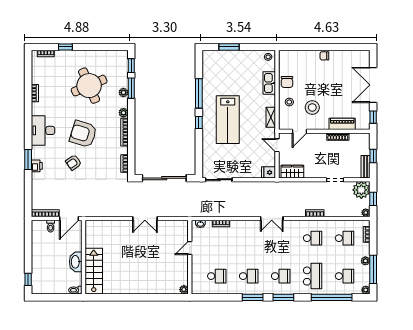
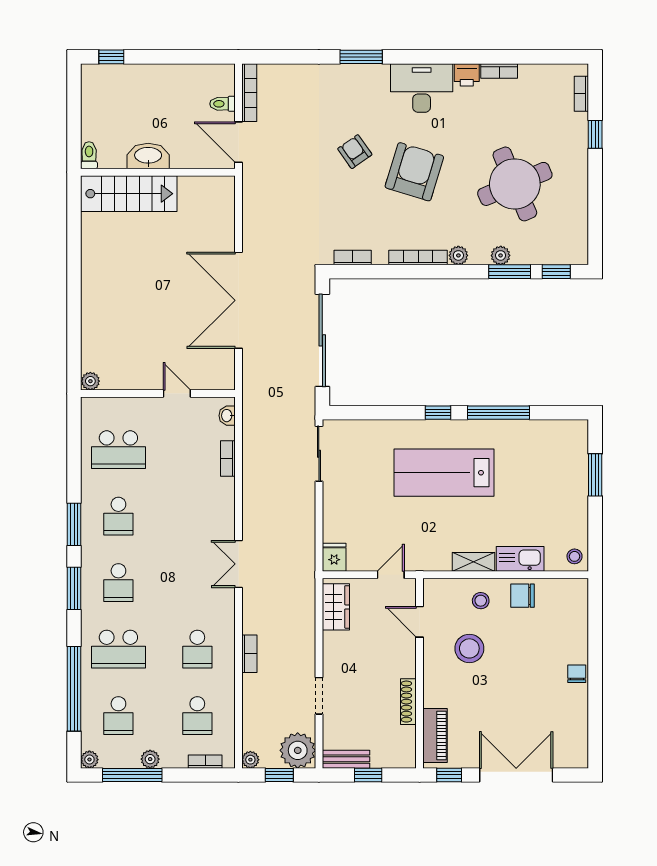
shelving: (271, 117) -> (473, 562), moved
piano: (342, 124) -> (435, 735), moved
printer: (37, 166) -> (467, 75), moved
double door: (145, 218) -> (238, 300), width x1.87
school desk: (217, 276) -> (118, 450), width x1.85

